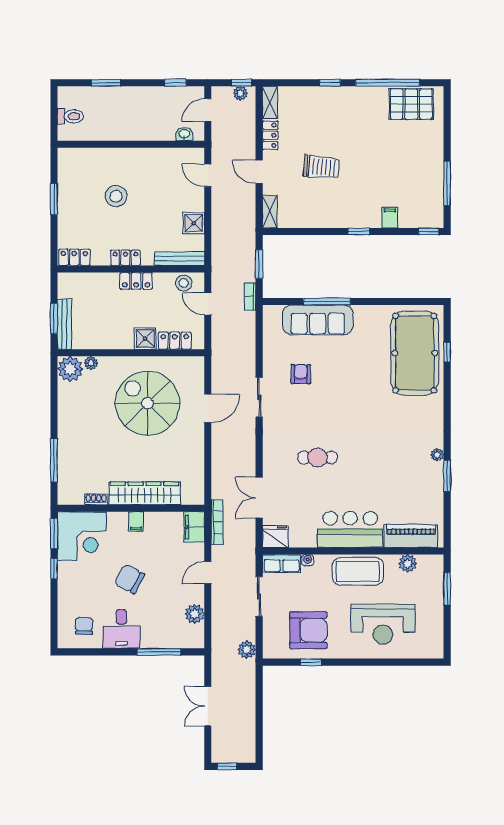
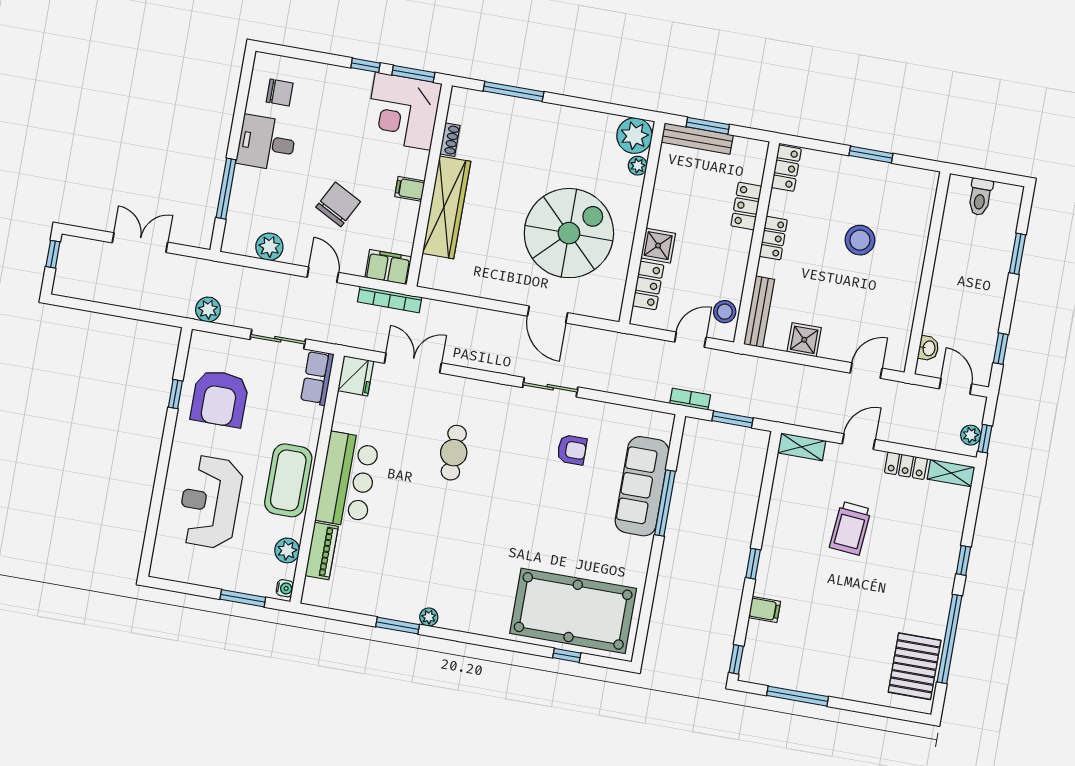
locker: (136, 281) -> (746, 206), moved
piano: (411, 536) -> (322, 551), width x0.73, depth x0.75
water cooler: (308, 560) -> (285, 588), moved
chair: (130, 579) -> (338, 204), moved

